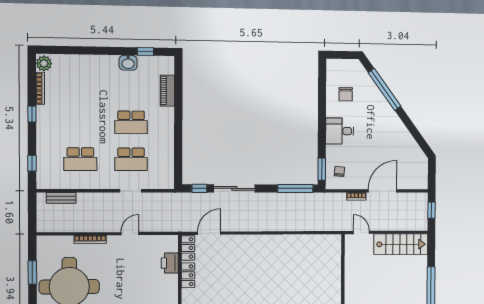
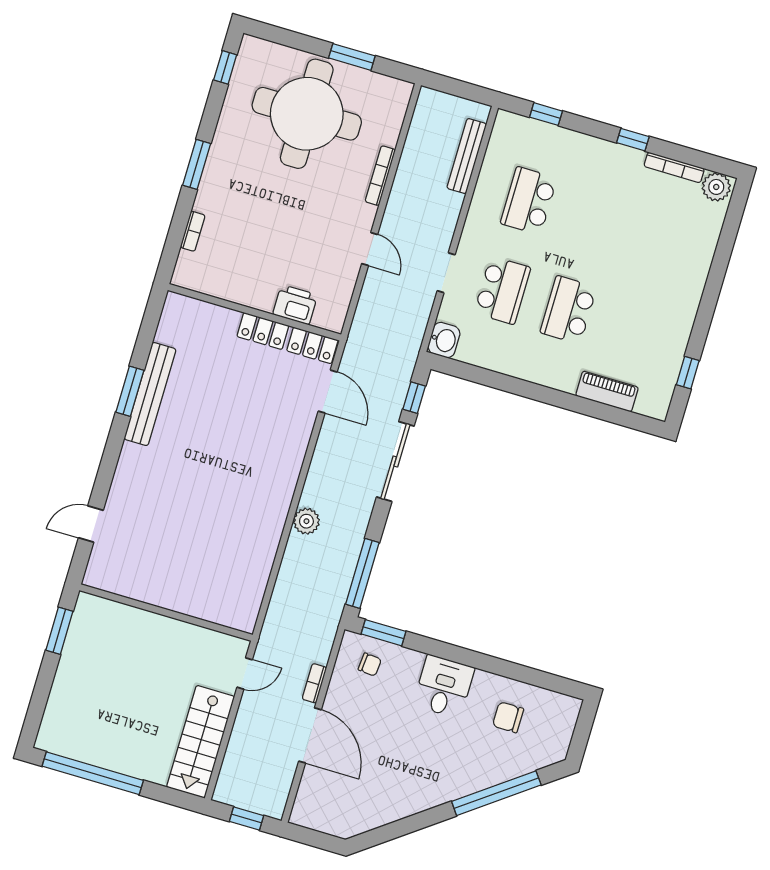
washbasin: (128, 63) -> (444, 340), moved, turned 180
school desk: (131, 159) -> (502, 290), turned 180
bench: (61, 198) -> (467, 156), width x1.36
plant: (277, 224) -> (306, 521), added

